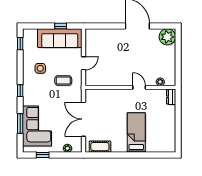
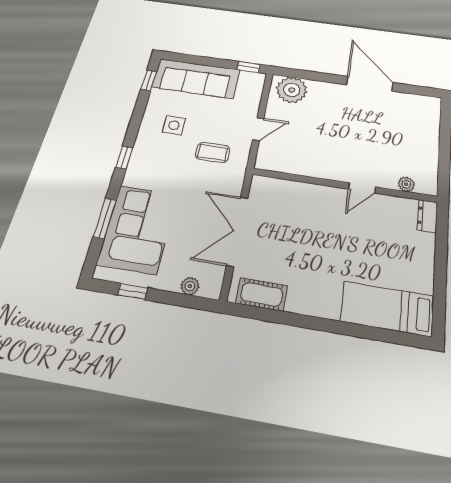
window: (61, 26) -> (249, 67), moved
plant: (167, 37) -> (292, 90), moved
sofa: (60, 38) -> (196, 78), moved
door: (139, 87) -> (362, 188), swing flipped
bed: (136, 132) -> (387, 309), moved, turned -90

